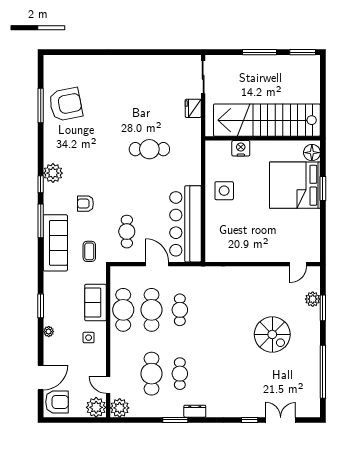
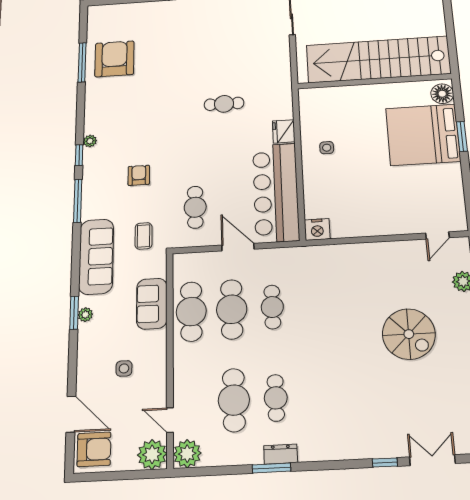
armchair: (66, 104) -> (114, 59), turned -79
fridge: (193, 108) -> (284, 131), moved
nightstand: (241, 148) -> (317, 229), moved, turned 180
cafe table: (149, 149) -> (224, 104), width x0.73, depth x0.74
plant: (53, 173) -> (90, 141), width x0.53, depth x0.53
side table: (224, 191) -> (327, 148), width x0.54, depth x0.54
armchair: (85, 204) -> (139, 175), turned 90
sofa: (55, 243) -> (96, 256), moved
plant: (49, 332) -> (85, 315), moved
side table: (89, 338) -> (124, 368), moved
door: (41, 378) -> (71, 414), hinge flipped
dresser: (195, 411) -> (281, 454), moved

